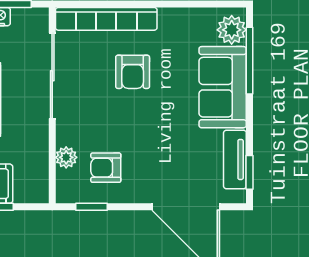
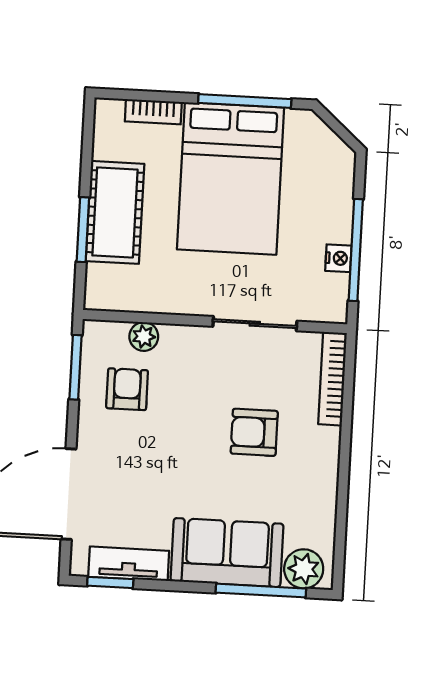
bookcase: (106, 19) -> (332, 379), width x0.68, depth x0.76
sliding door: (52, 76) -> (255, 324), width x0.73
window: (92, 207) -> (75, 367), width x1.50

